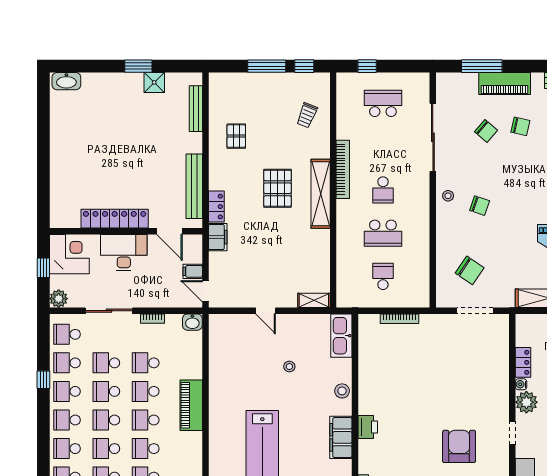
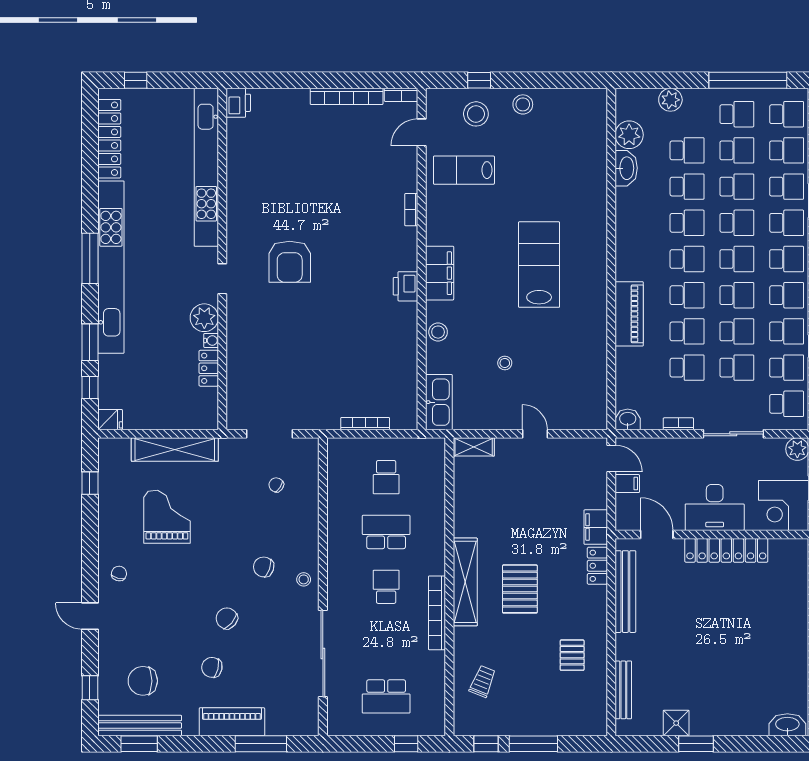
chair: (486, 131) -> (227, 618), moved
chair: (470, 270) -> (276, 485), width x0.54, depth x0.54

